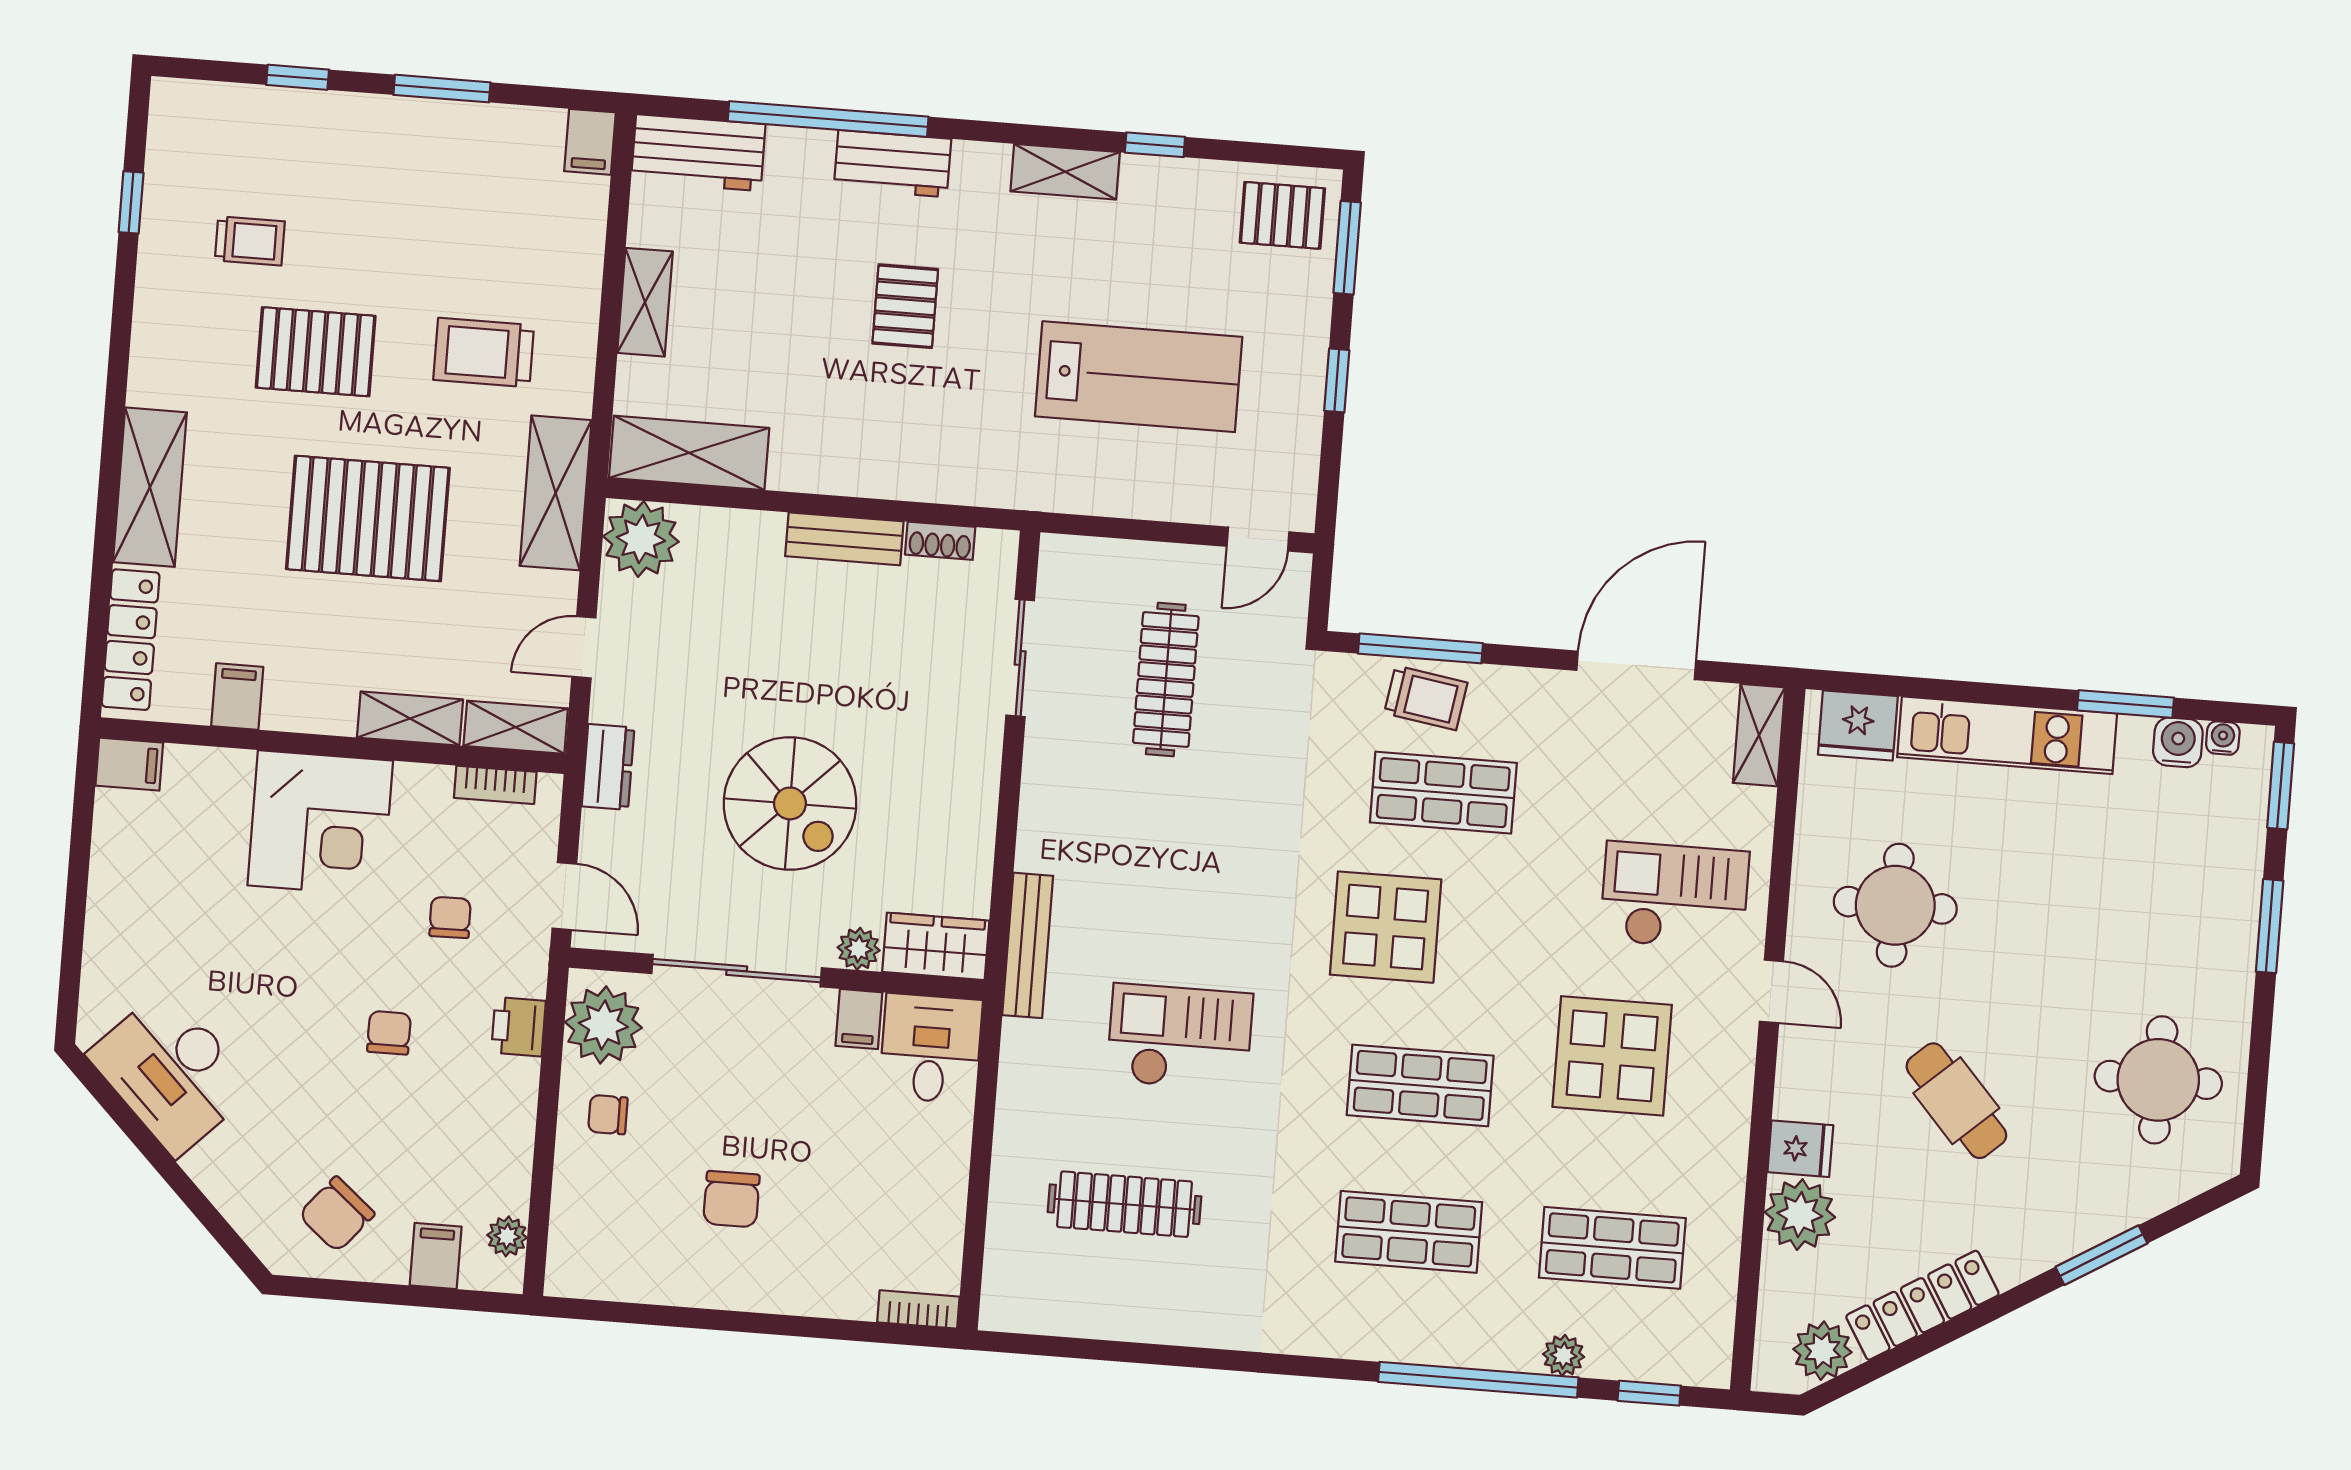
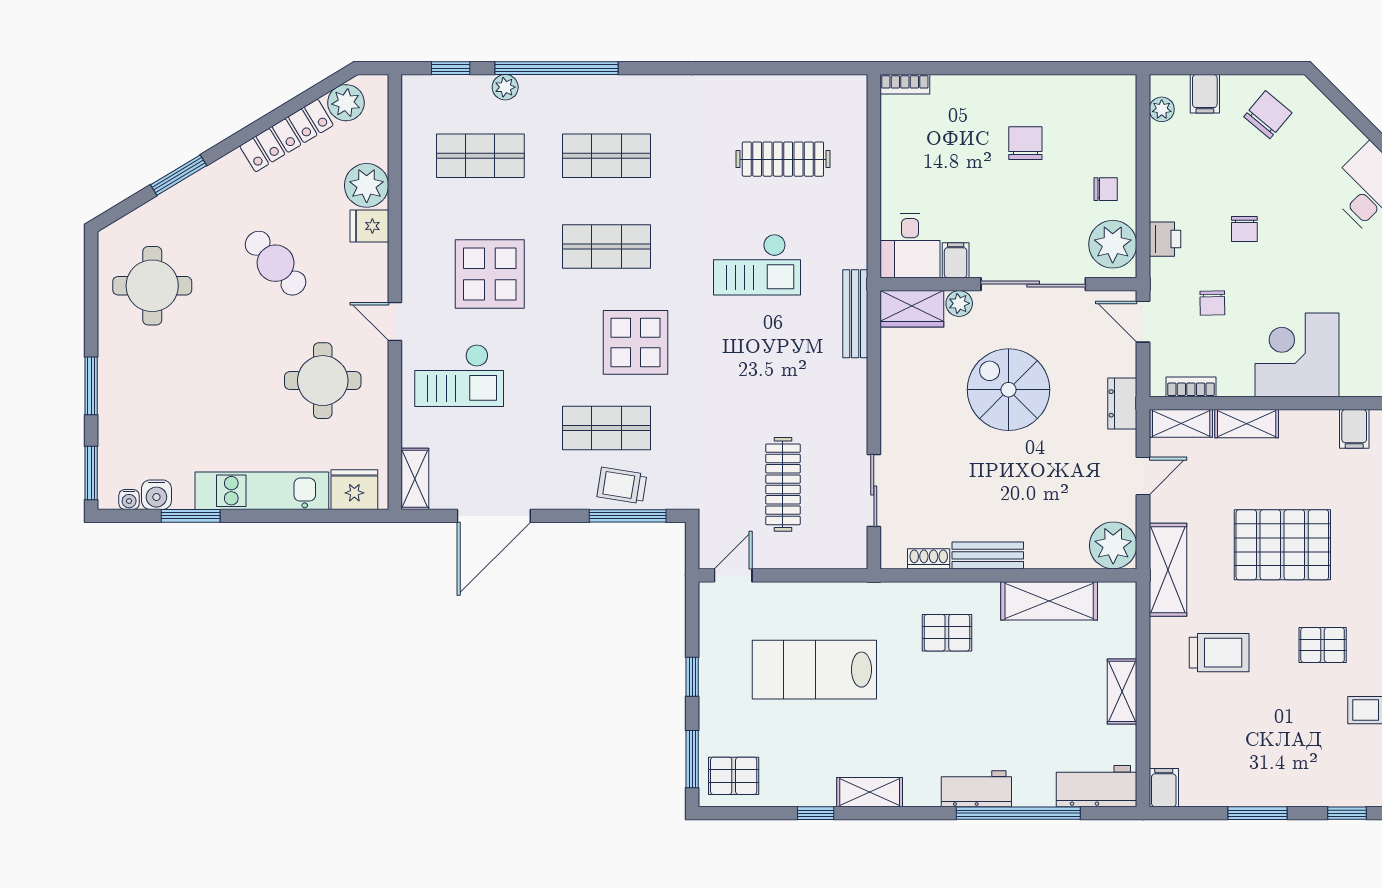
pallet: (905, 306) -> (947, 633), moved, turned 90
pallet: (316, 352) -> (1323, 645), width x0.67, depth x0.71
shelving: (689, 453) -> (1049, 601), moved

